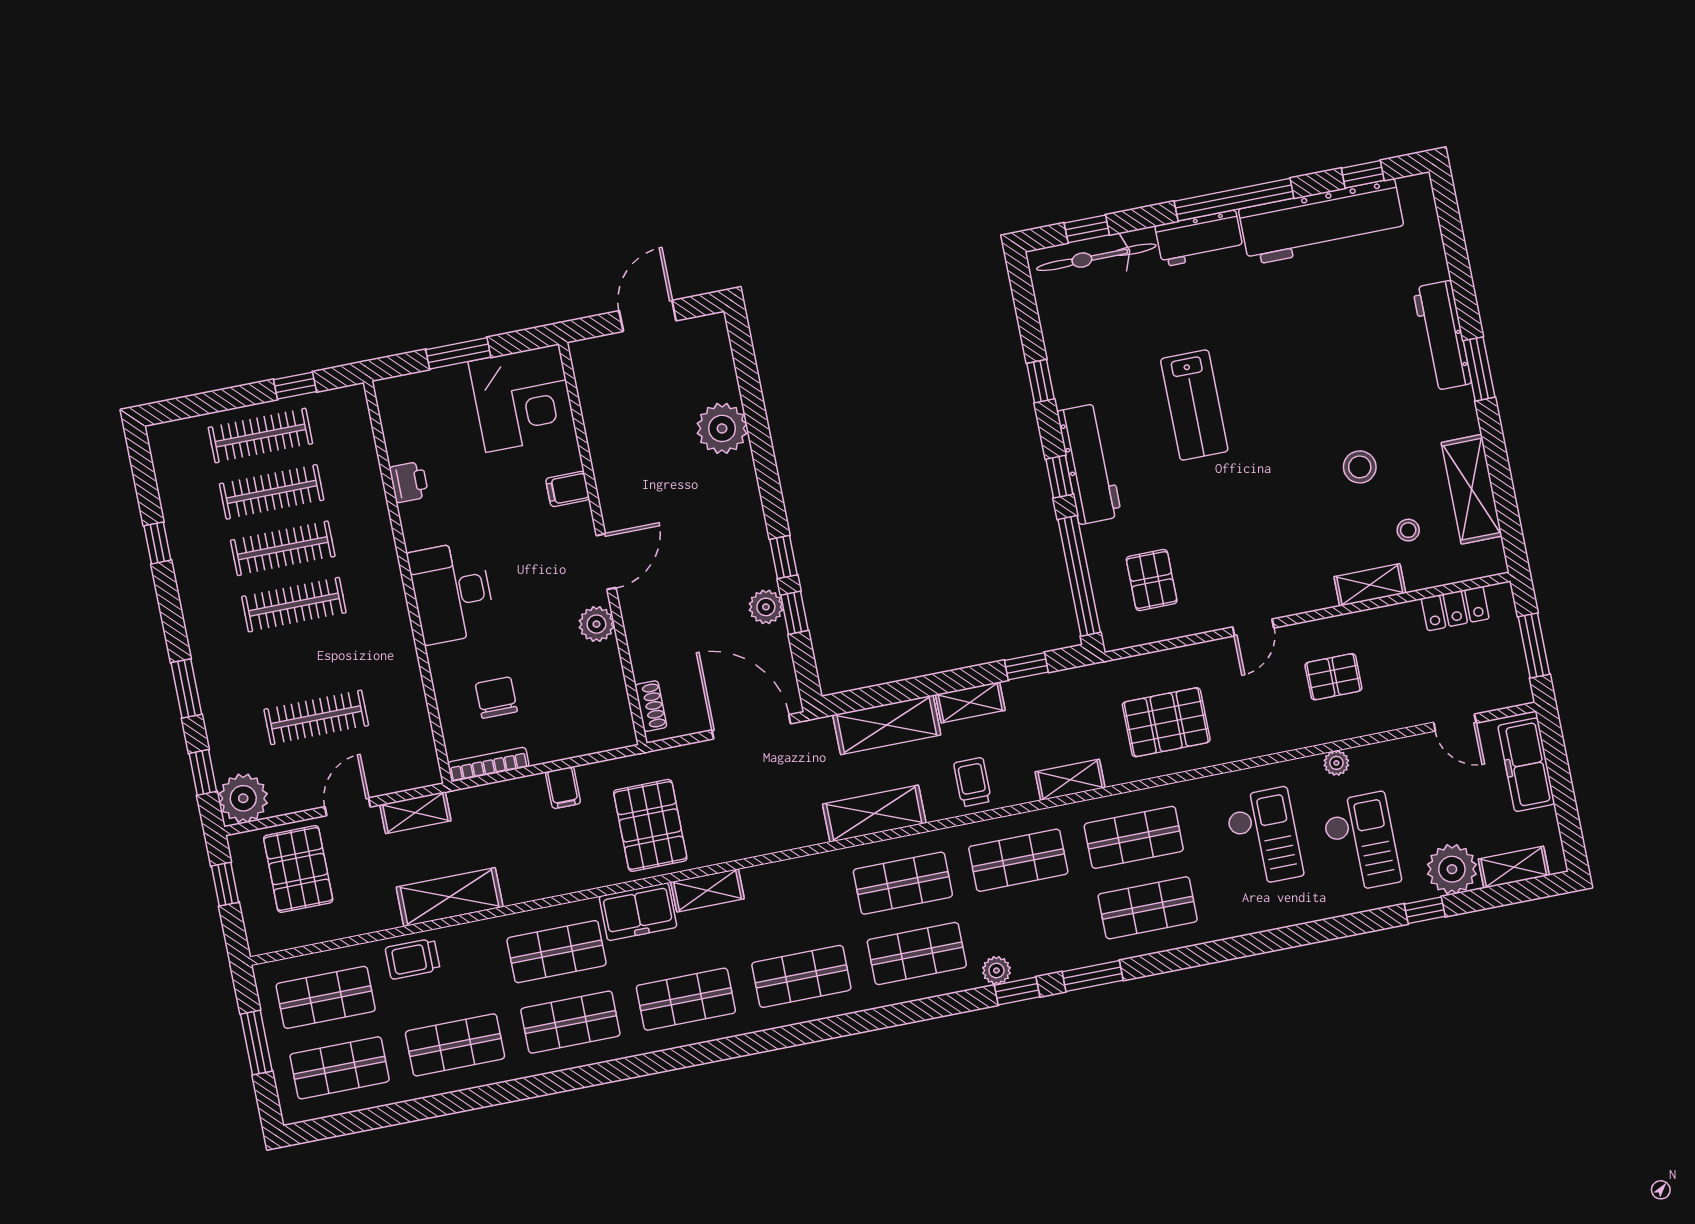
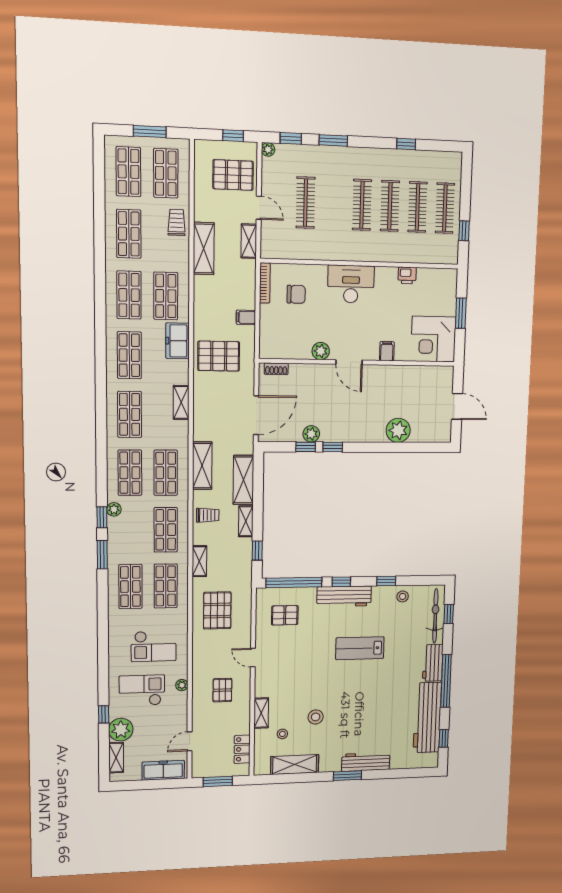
stool: (1067, 338) -> (403, 596), added
plant: (243, 798) -> (268, 149), width x0.53, depth x0.53
checkout: (1361, 842) -> (142, 690), turned 180
shelving: (708, 890) -> (181, 402), moved

